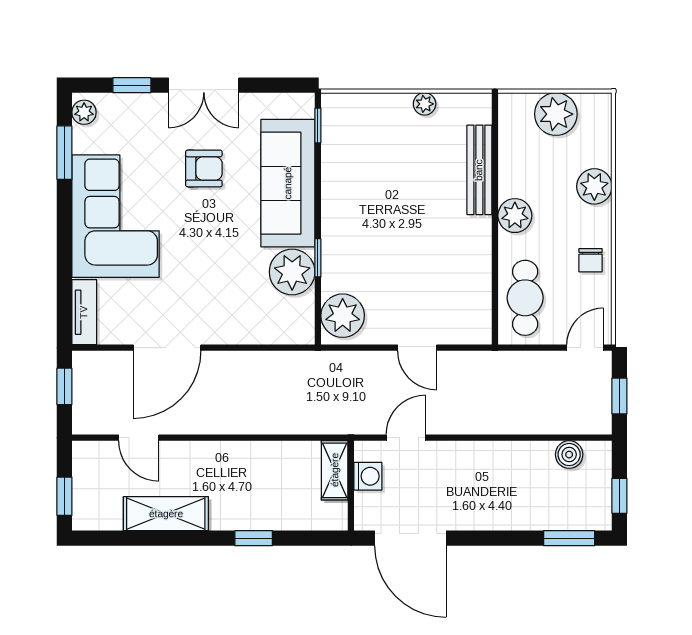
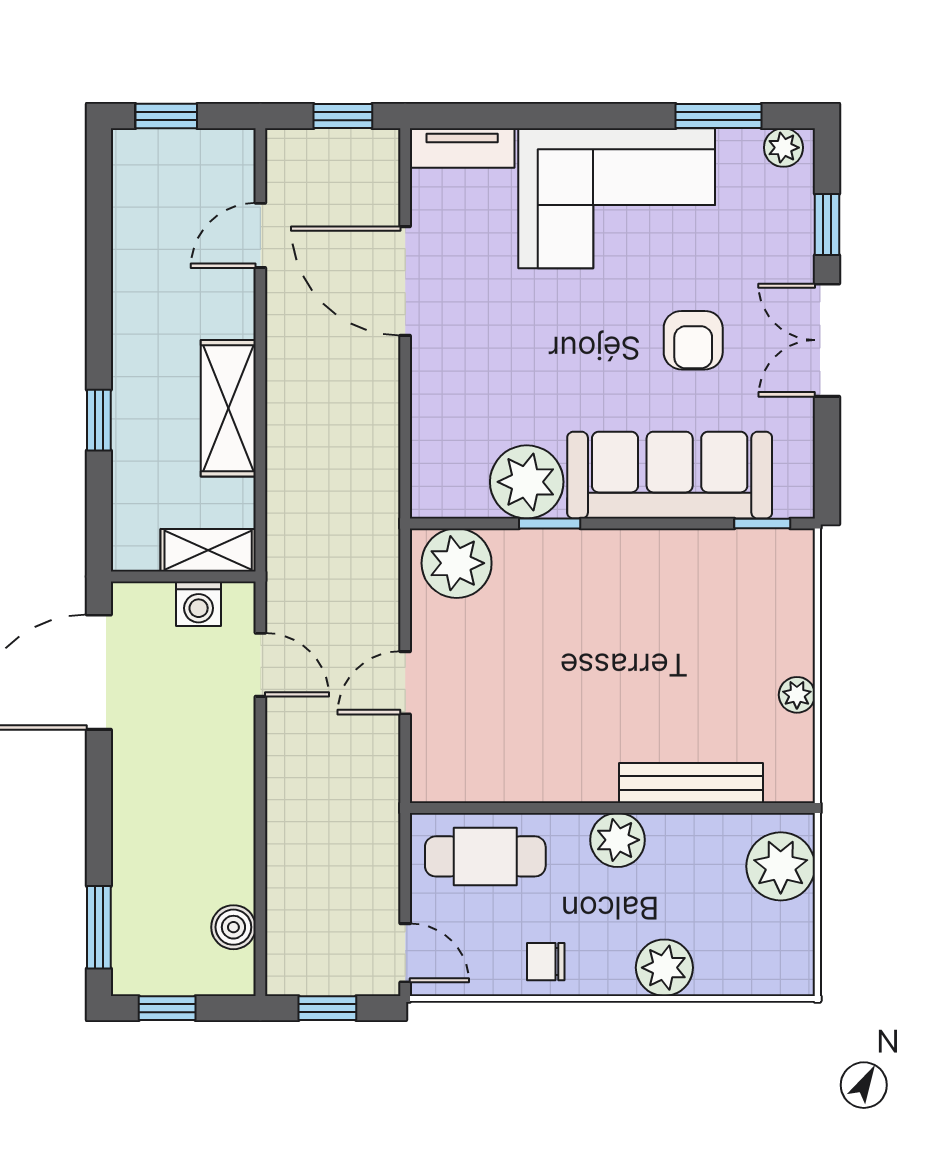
plant: (556, 114) -> (781, 866), moved
shelving: (166, 514) -> (228, 408), moved

